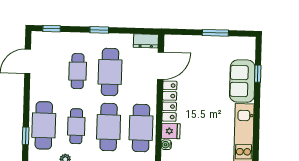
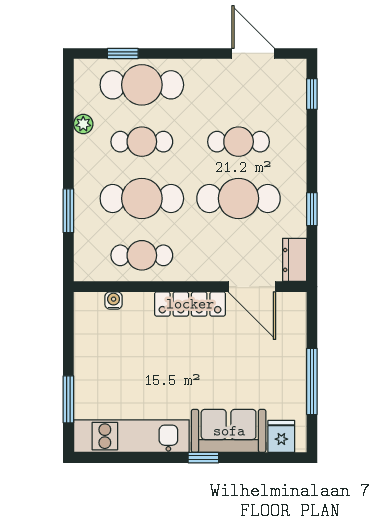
window: (99, 30) -> (312, 209), moved
window: (215, 33) -> (312, 381), width x1.44
window: (258, 74) -> (203, 458), moved
cafe table: (141, 128) -> (142, 255), width x0.73, depth x0.74
fridge: (171, 131) -> (281, 436), moved, turned 180

